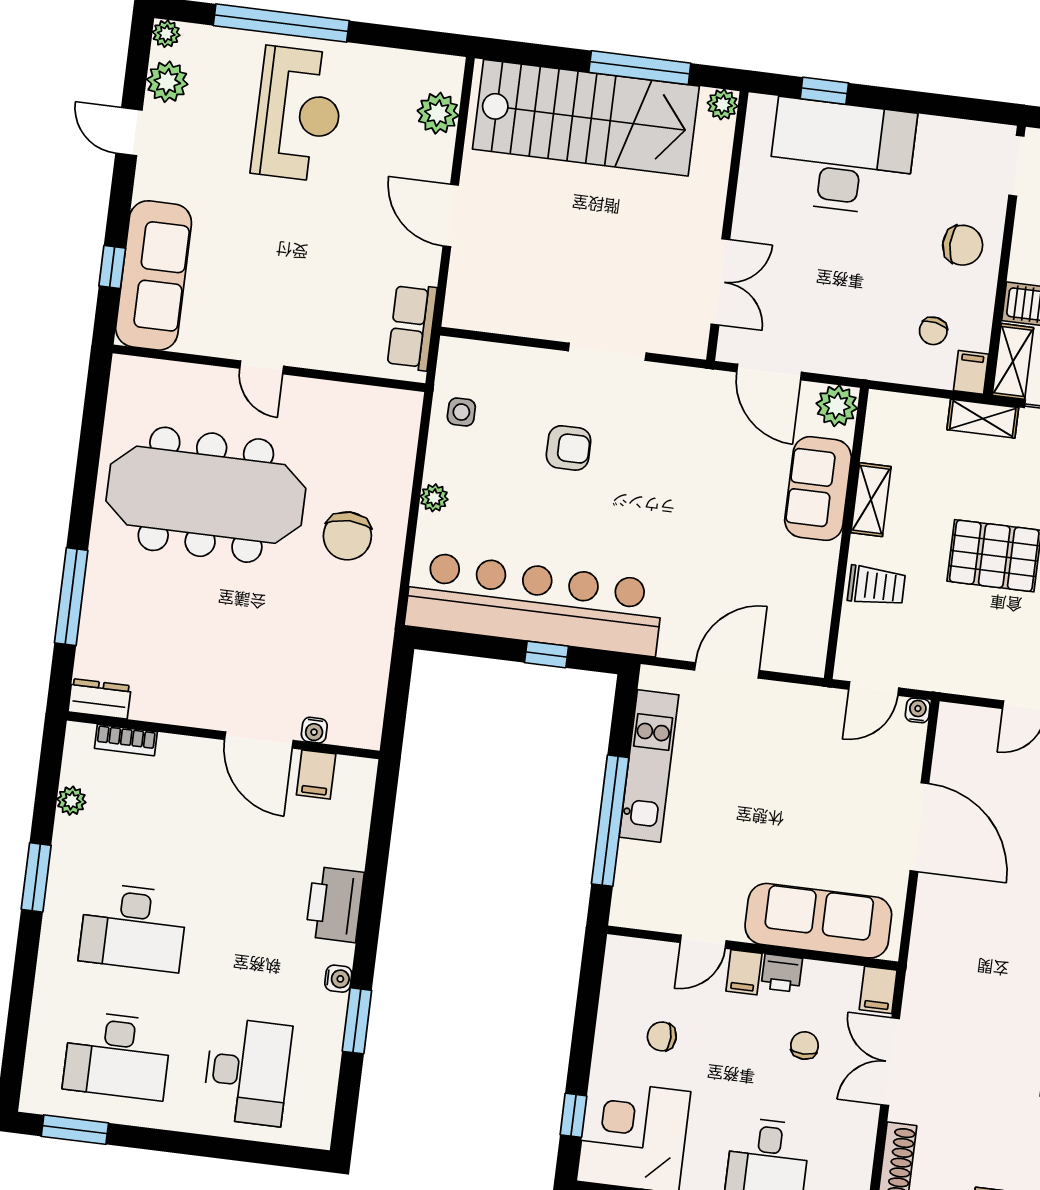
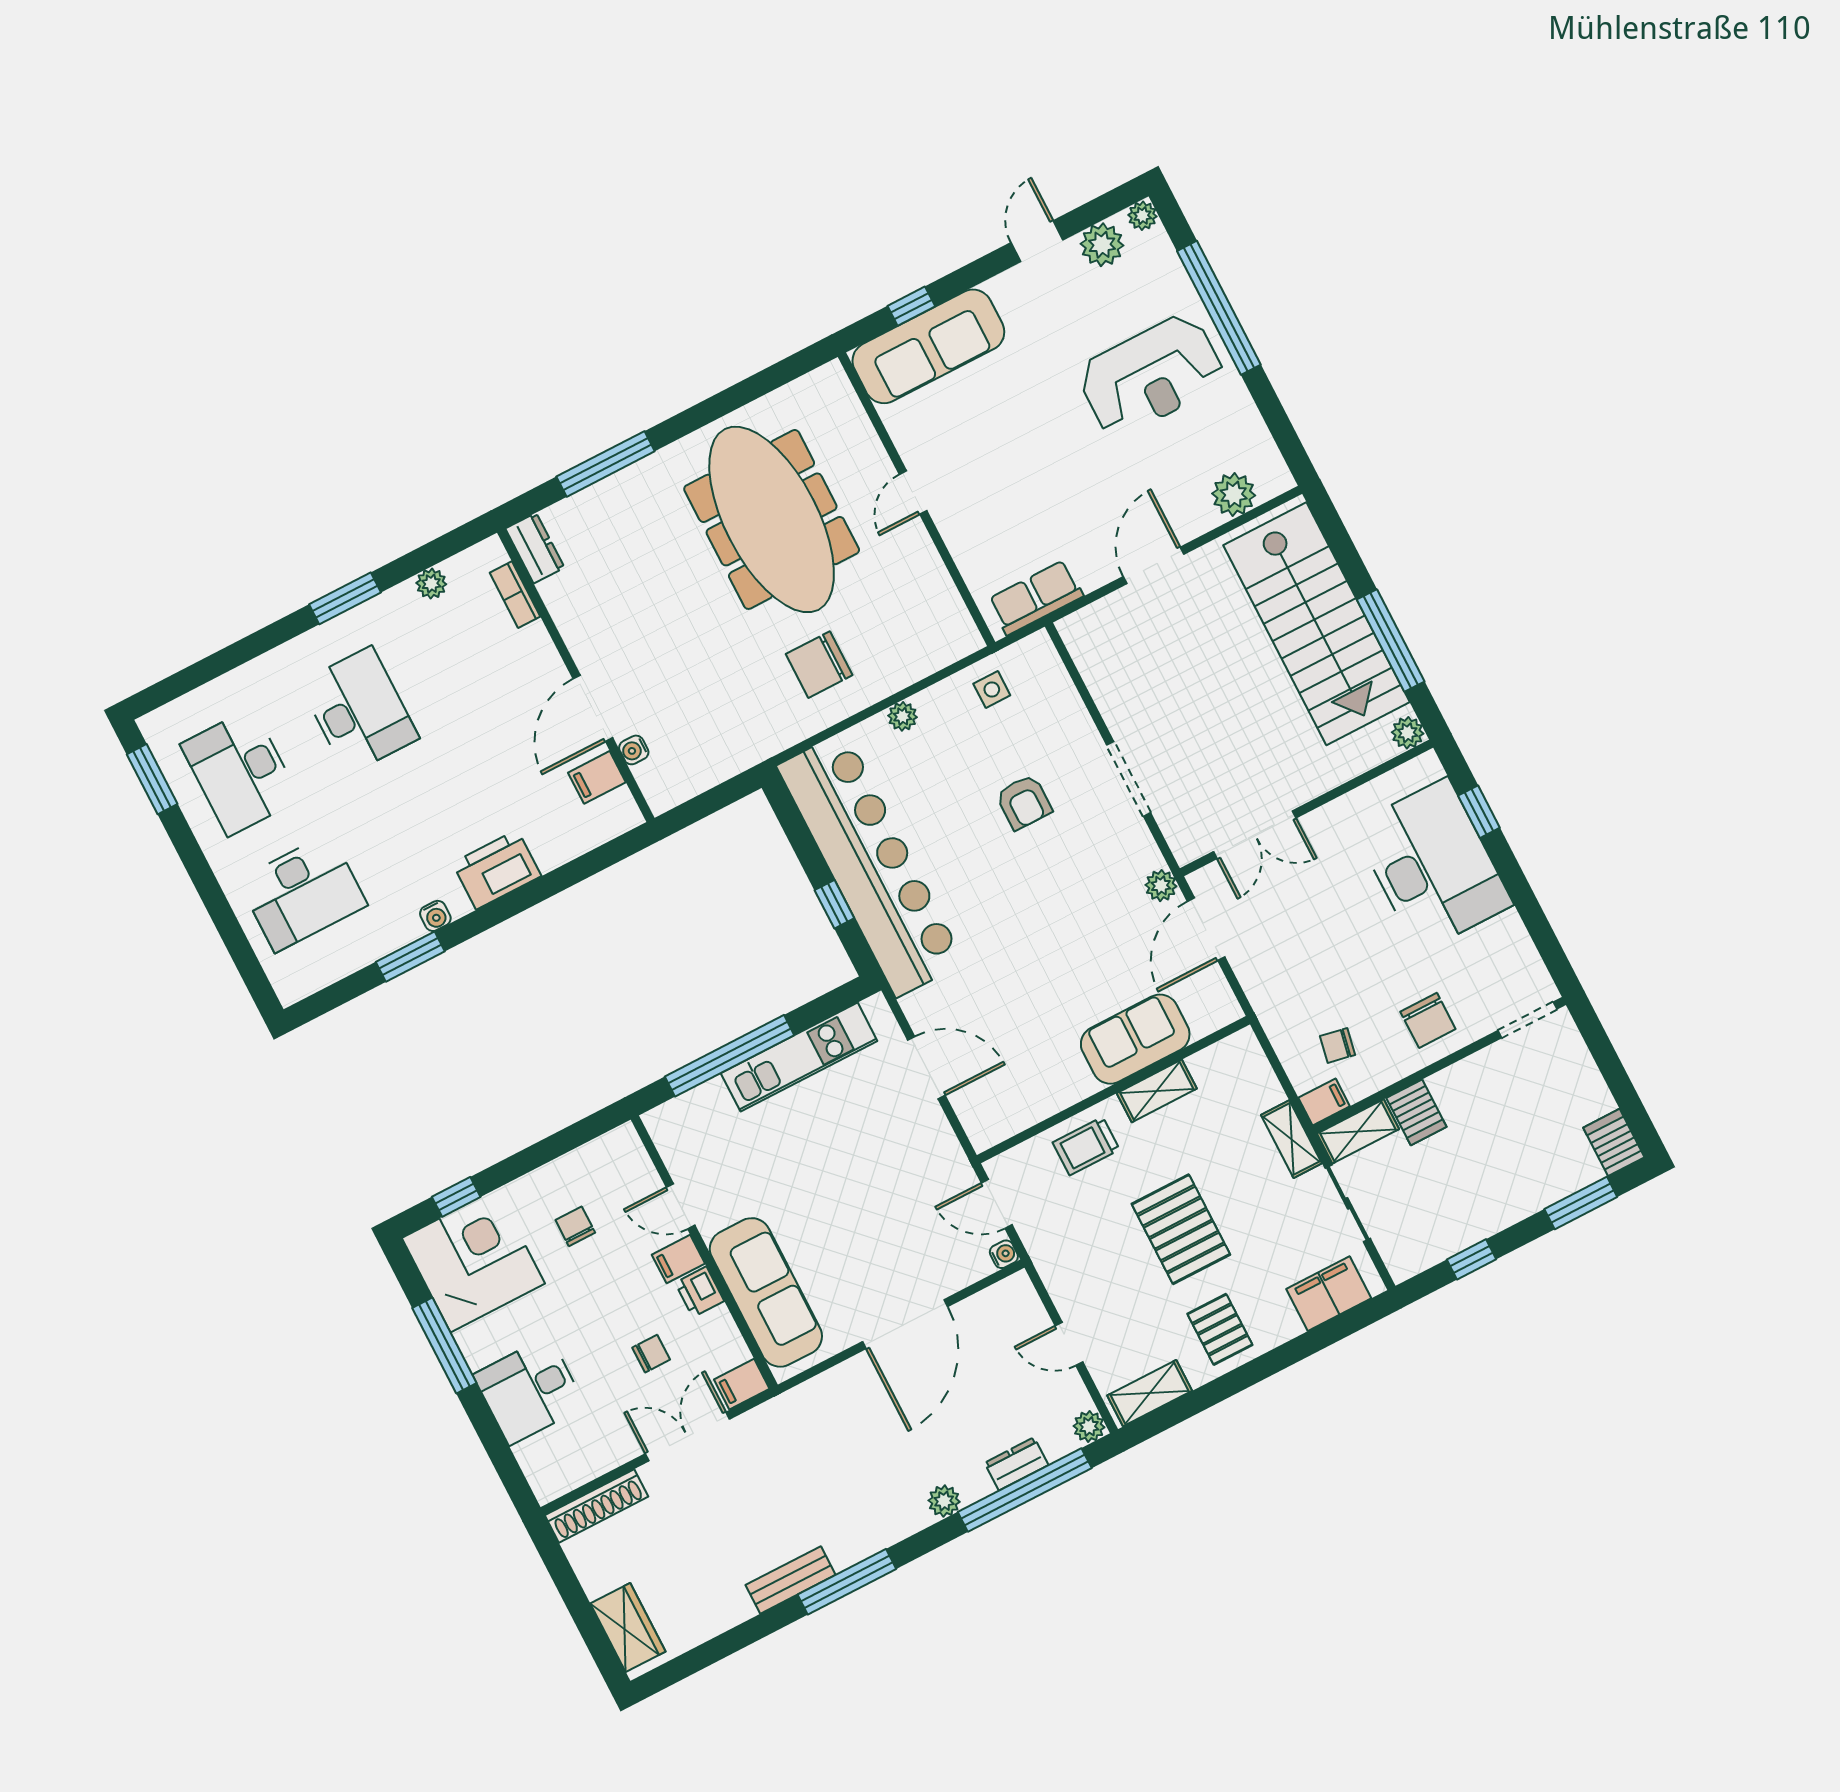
plant: (837, 406) -> (1161, 886), moved, width x0.73, depth x0.73
trolley: (876, 586) -> (1086, 1146), turned 90
desk: (133, 927) -> (359, 711), turned 180

